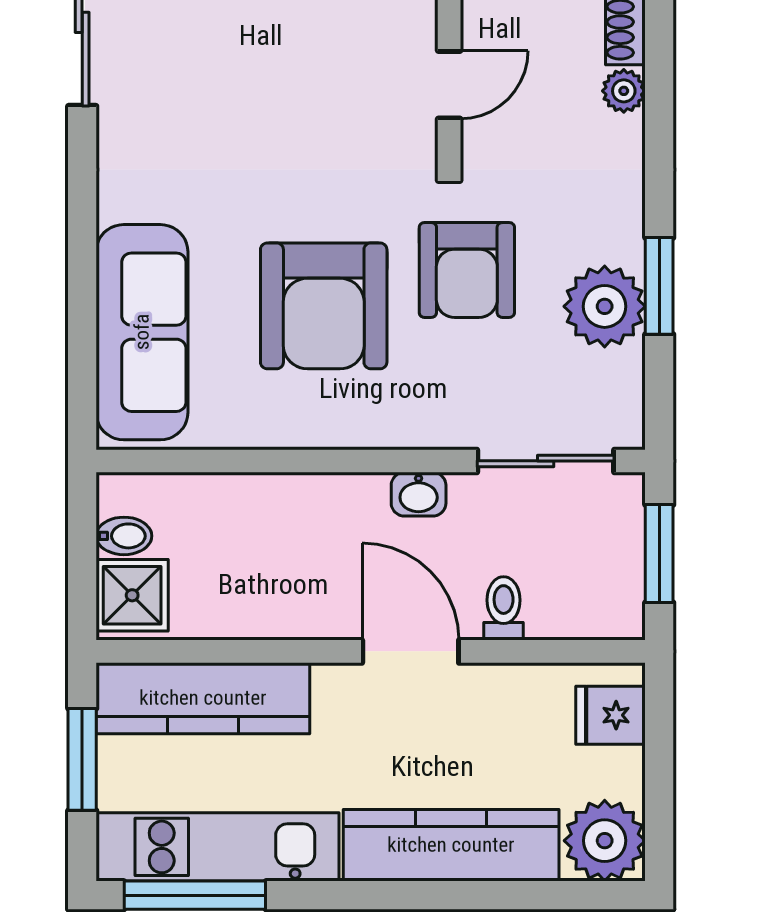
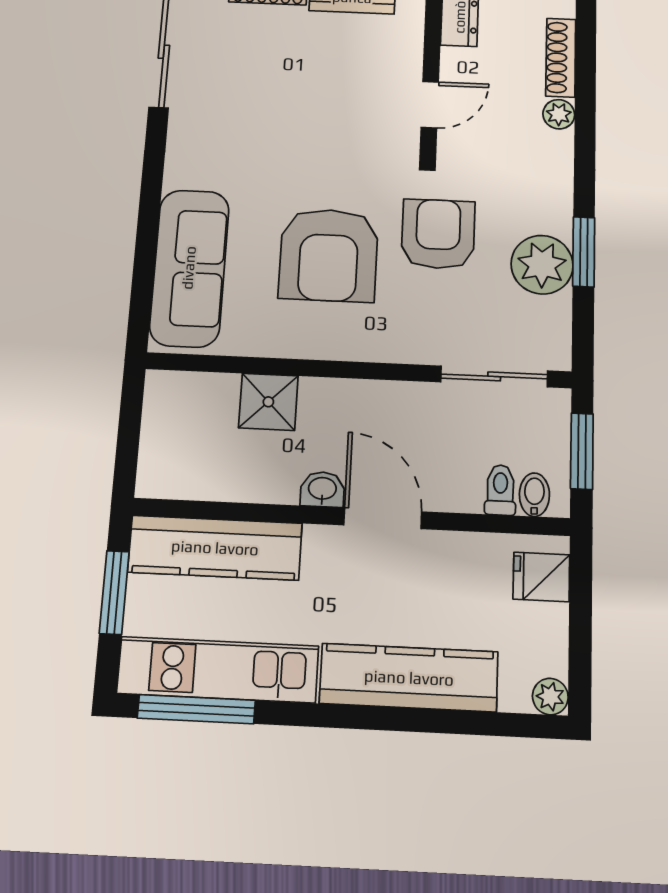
armchair: (467, 270) -> (438, 234), turned 180
washbasin: (419, 494) -> (322, 489), moved, turned 180
bidet: (124, 536) -> (534, 495), moved, turned -90
shower: (132, 595) -> (268, 402), moved
toilet: (504, 608) -> (500, 490), moved
plant: (605, 841) -> (550, 697), width x0.53, depth x0.53

